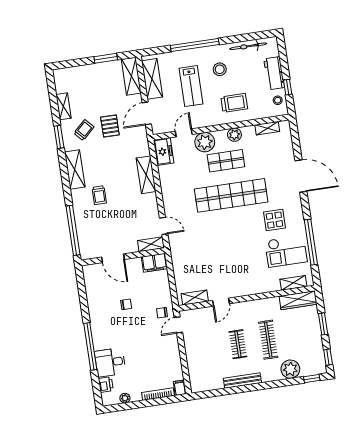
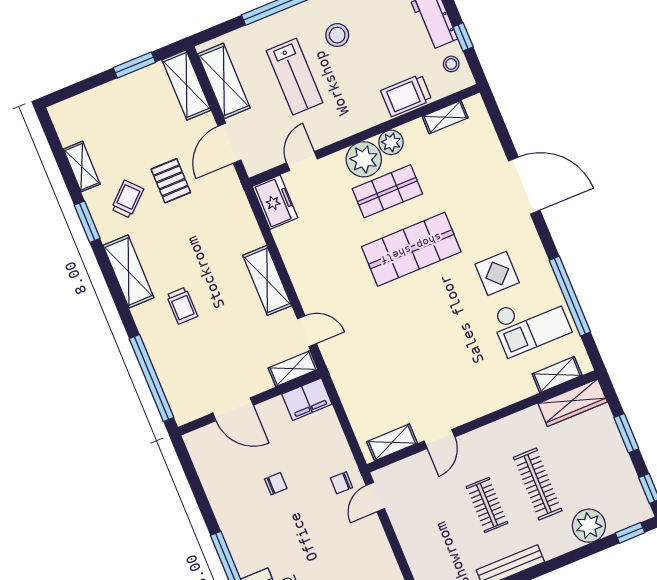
trolley: (234, 103) -> (406, 95), moved, turned 180
plant: (205, 142) -> (364, 159), moved
shelving: (146, 175) -> (267, 280), moved
shop shelf: (231, 195) -> (411, 249), width x0.71

